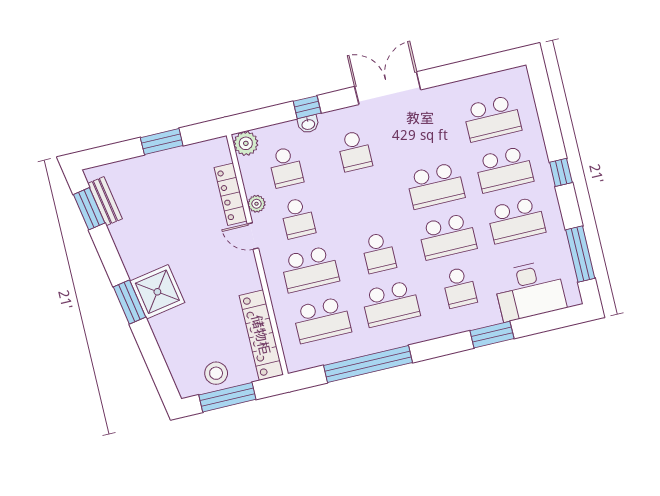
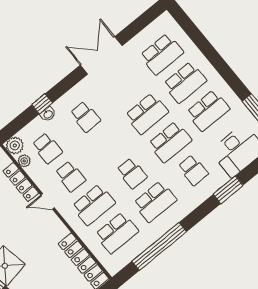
double door: (388, 88) -> (101, 55), moved
window: (561, 172) -> (222, 67), removed
plant: (256, 204) -> (24, 161), moved

